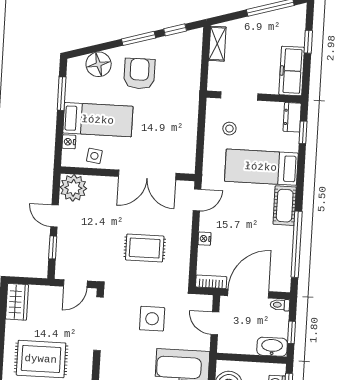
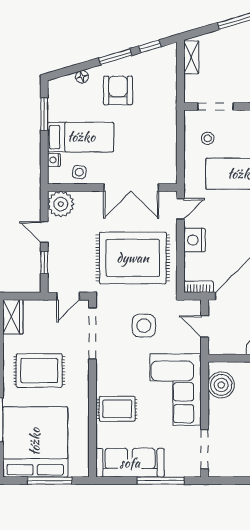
floor lamp: (99, 64) -> (82, 77), width x0.53, depth x0.53
nightstand: (204, 239) -> (195, 240), width x1.89, depth x1.79
rug: (145, 248) -> (133, 258), width x1.86, depth x2.06

